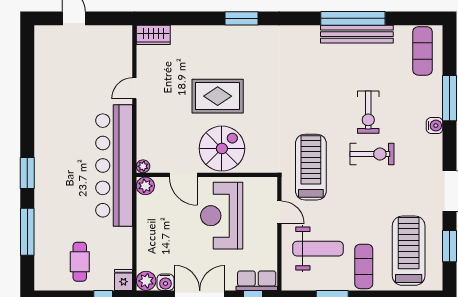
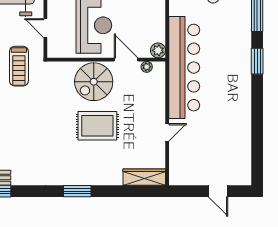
wardrobe: (153, 35) -> (144, 177), width x1.50
plant: (143, 166) -> (147, 67), moved
treadmill: (311, 167) -> (19, 66), width x0.73, depth x0.73

